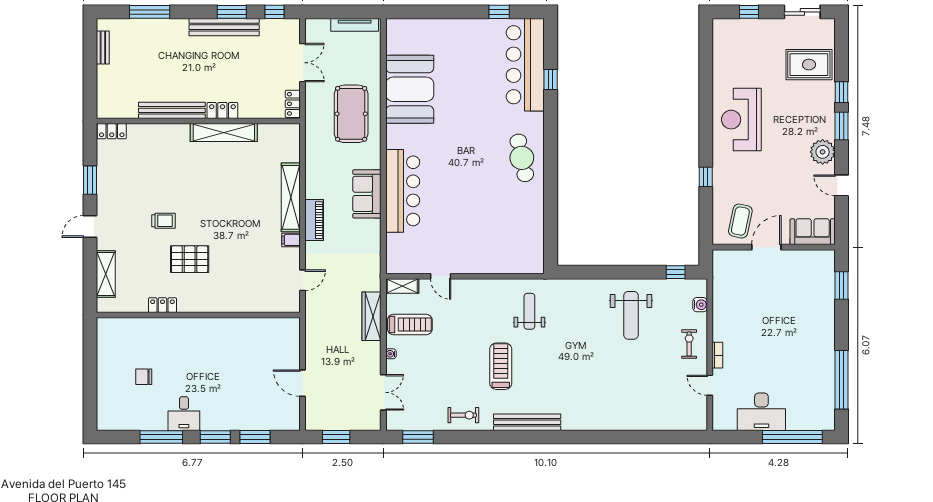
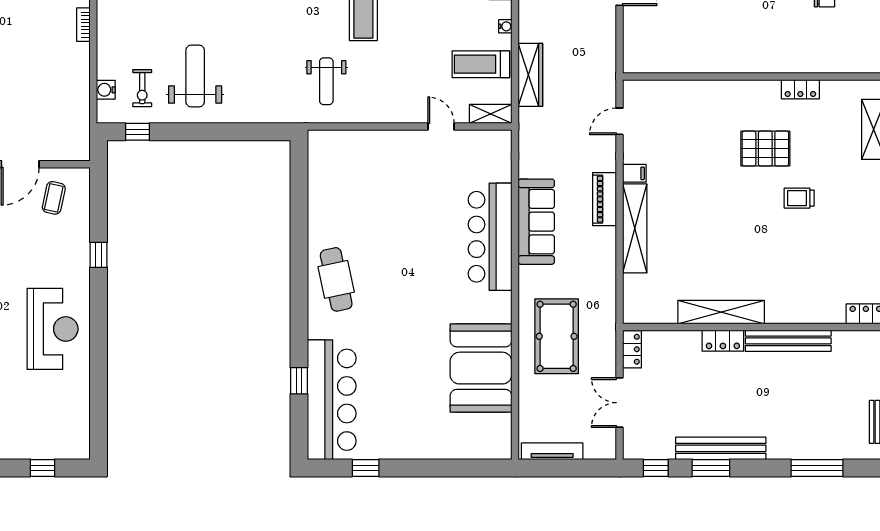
sofa: (367, 194) -> (536, 222), width x1.36
coffee table: (740, 221) -> (54, 198), width x0.73, depth x0.77
exercise bike: (689, 344) -> (142, 88), moved

